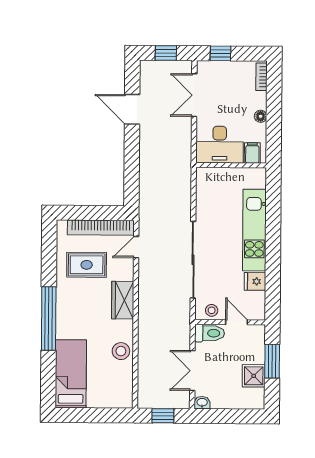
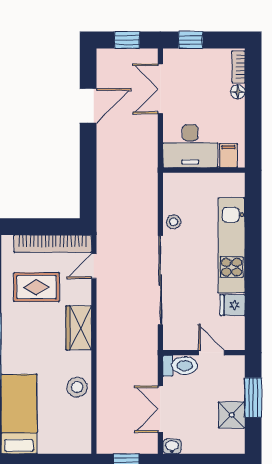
door: (132, 109) -> (88, 106), swing flipped
floor lamp: (261, 116) -> (238, 92), moved
stool: (212, 310) -> (174, 222), moved

